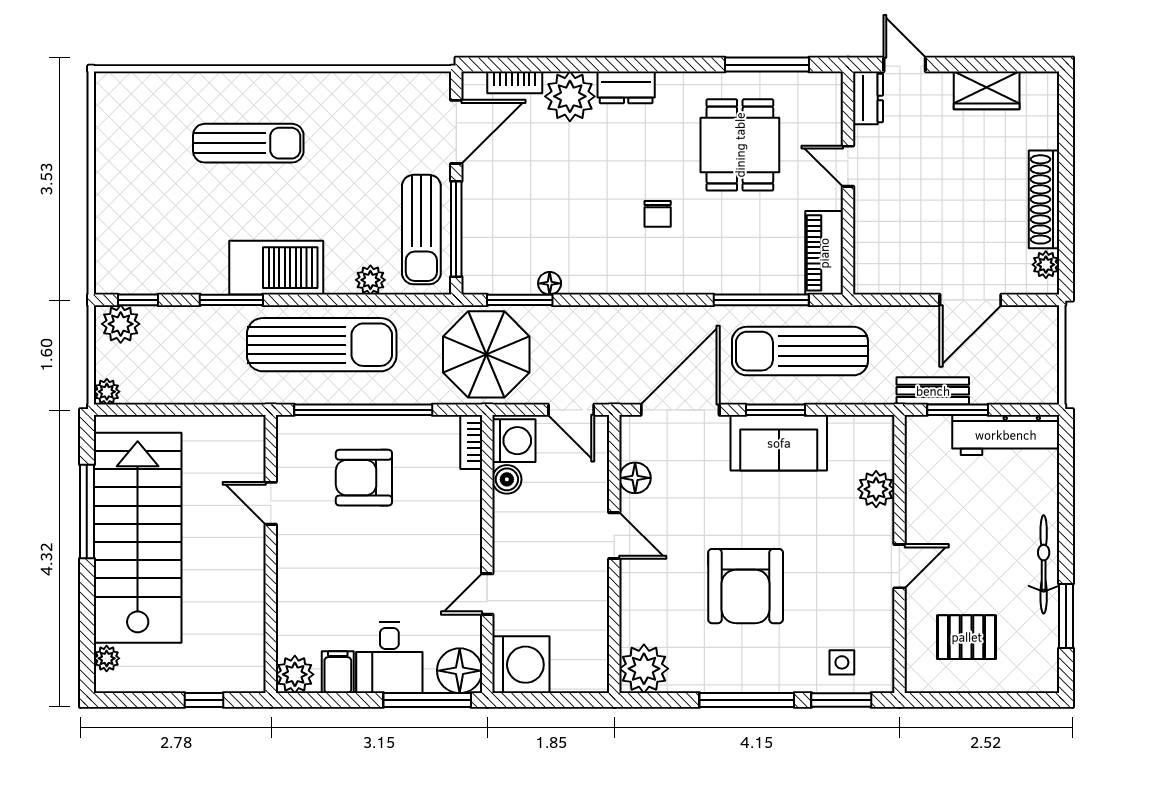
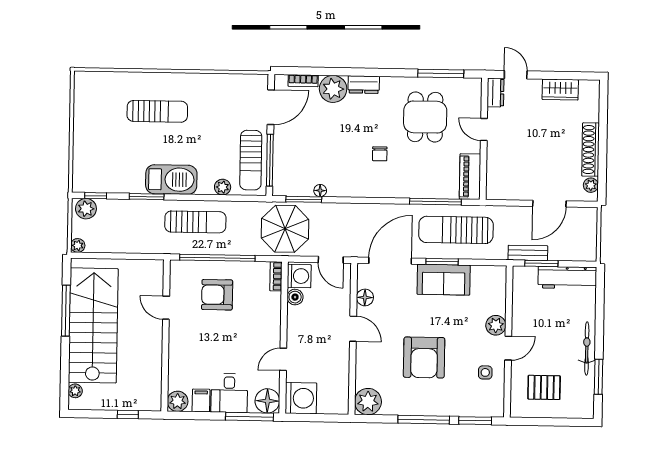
sun lounger: (322, 345) -> (195, 222), width x0.73, depth x0.75
plant: (876, 489) -> (496, 325), moved
side table: (842, 662) -> (485, 372), moved

